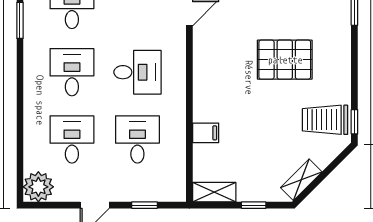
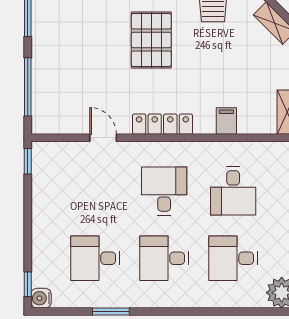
locker: (203, 71) -> (162, 124), added
desk: (137, 139) -> (233, 191), turned -90

